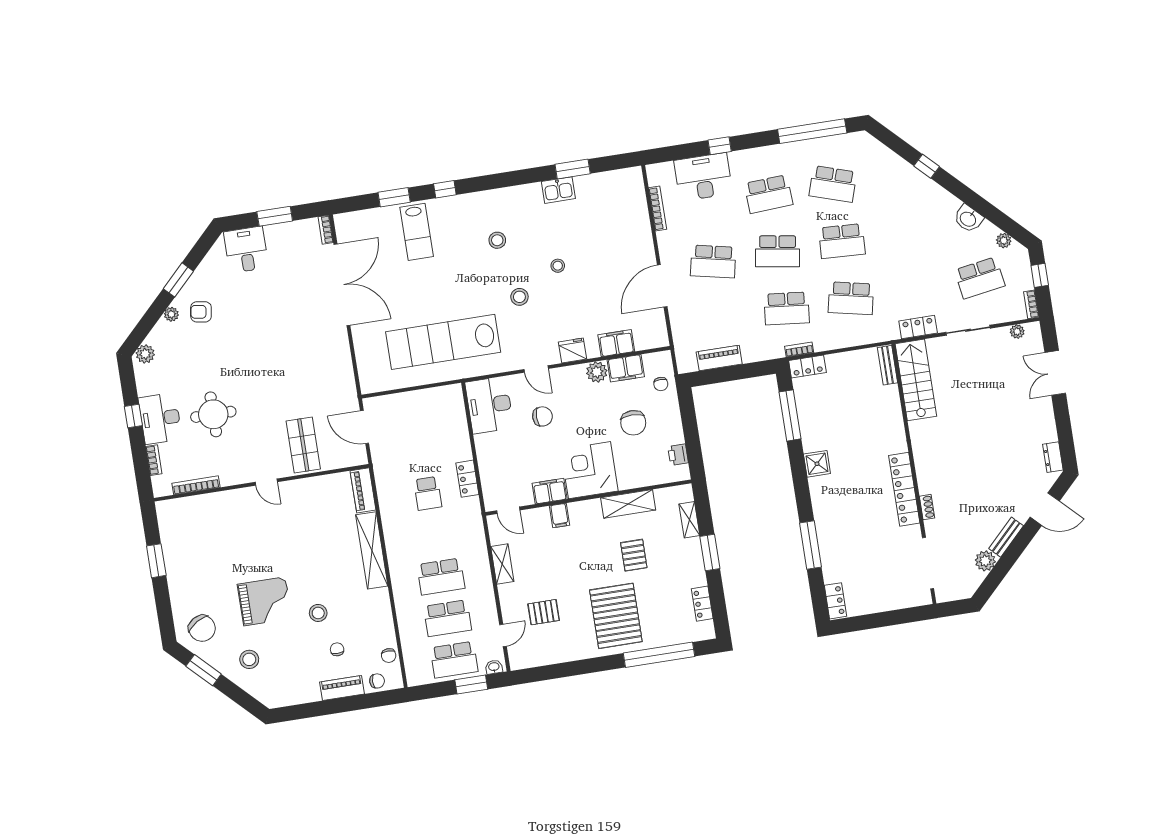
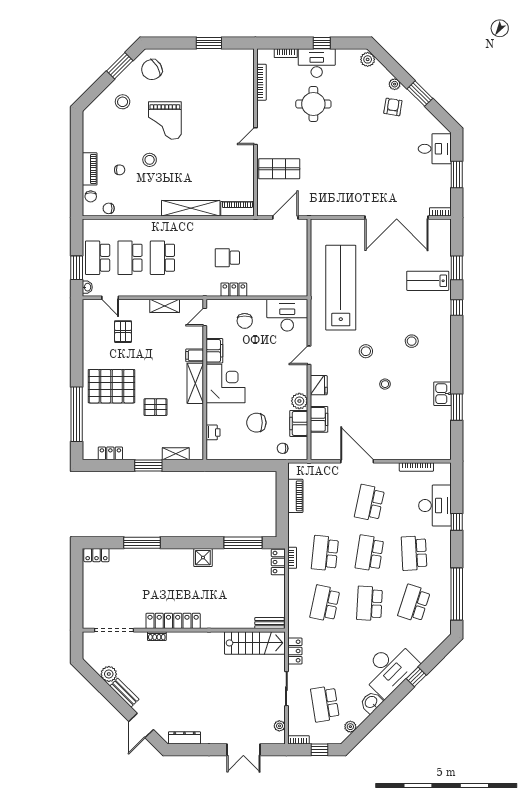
desk: (921, 202) -> (389, 669), added
double door: (1055, 373) -> (243, 750), swing flipped
chair: (542, 416) -> (245, 321), moved
printer: (678, 455) -> (213, 432), moved, turned 90
dresser: (1053, 457) -> (184, 738), width x1.44
shelving: (628, 504) -> (195, 383), moved

